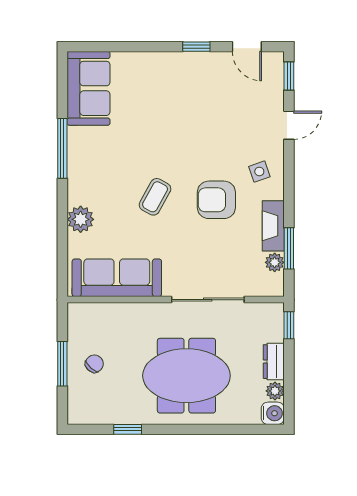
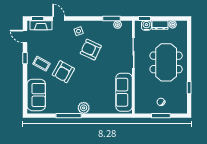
door: (247, 47) -> (25, 36), swing flipped
sofa: (88, 88) -> (36, 95), moved, turned 90
armchair: (165, 136) -> (63, 72), added
coffee table: (155, 197) -> (41, 64), moved
armchair: (216, 200) -> (91, 50), turned 115
plant: (81, 219) -> (84, 108), moved
fireplace: (273, 226) -> (41, 25), moved
water cooler: (273, 413) -> (146, 25), moved

